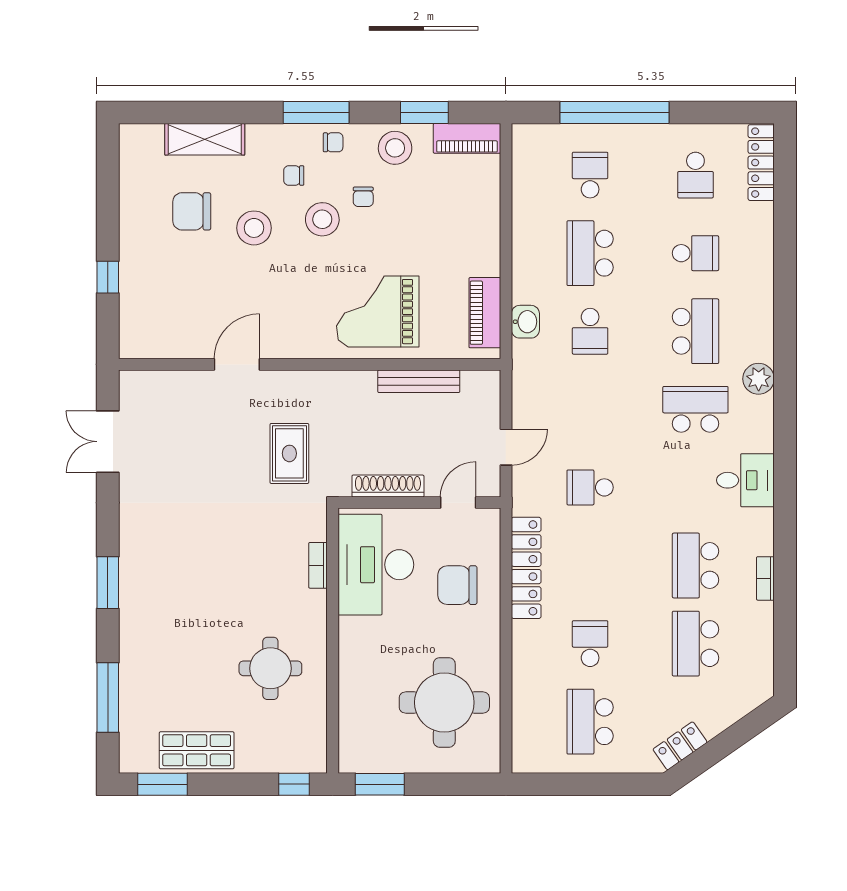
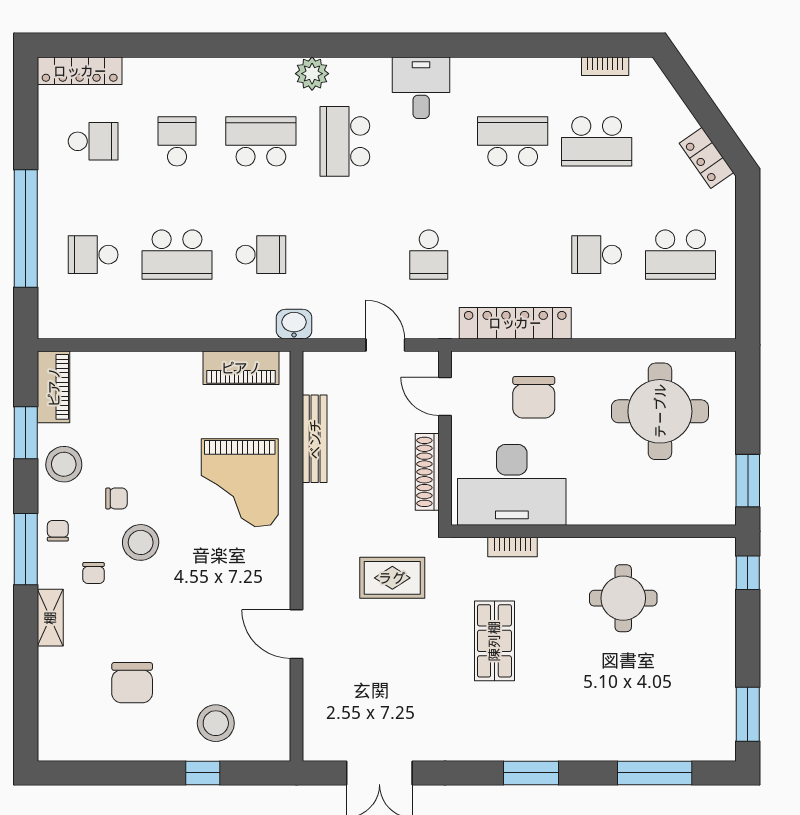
shelving: (205, 139) -> (50, 618), moved, width x0.67, depth x0.75
stool: (254, 228) -> (216, 723), moved
washbasin: (525, 322) -> (294, 324), moved
school desk: (695, 565) -> (513, 141), turned 180
bookcase: (765, 578) -> (605, 66), moved
shop shelf: (197, 750) -> (494, 641), moved

